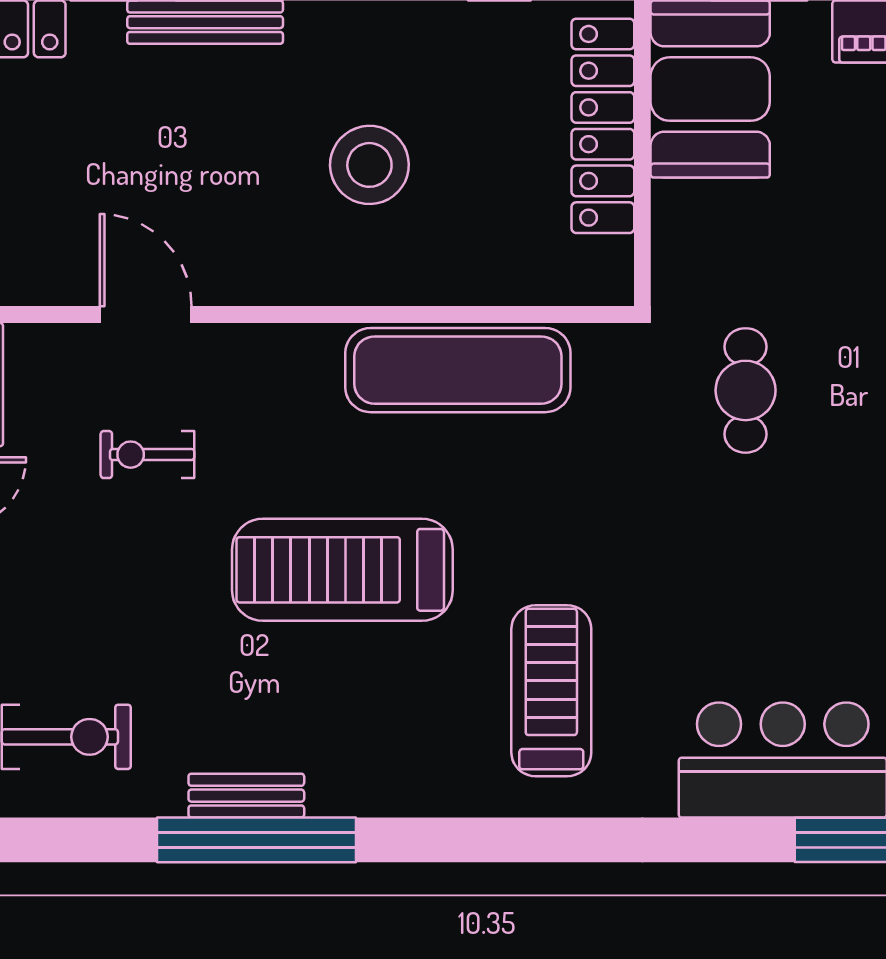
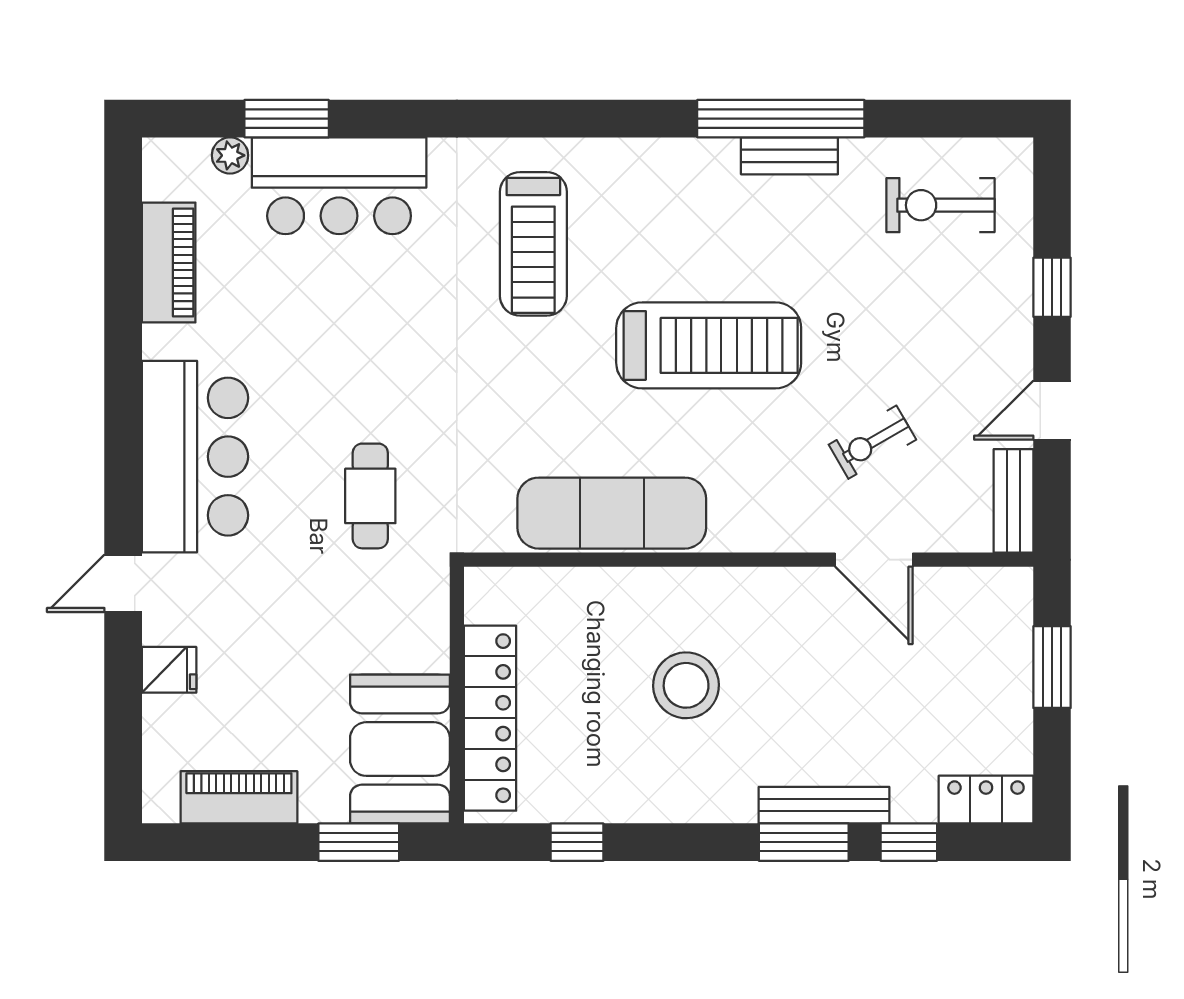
exercise bike: (147, 455) -> (872, 442), turned 150

